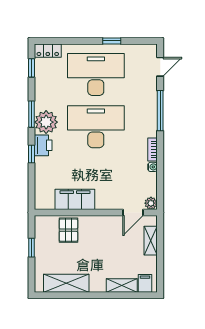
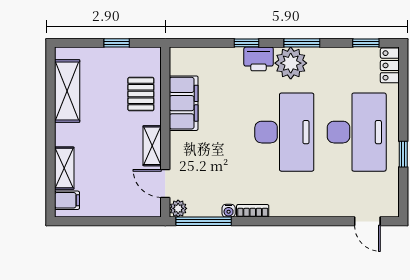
window: (160, 111) -> (204, 221), moved
pallet: (68, 230) -> (141, 94), turned 90
shelving: (151, 241) -> (152, 146), moved, turned 90

